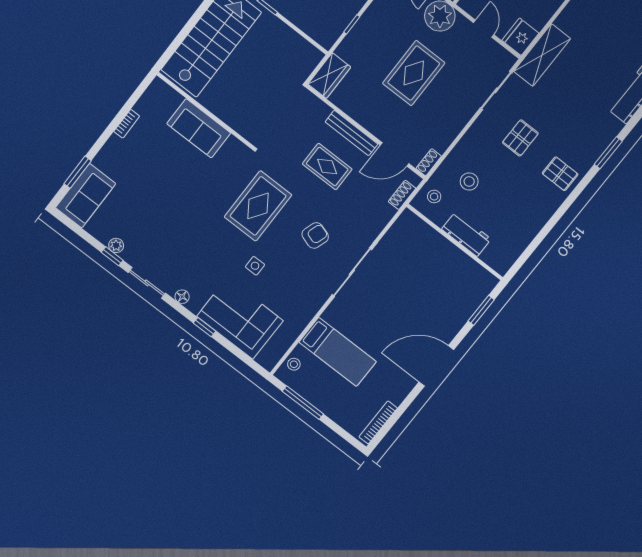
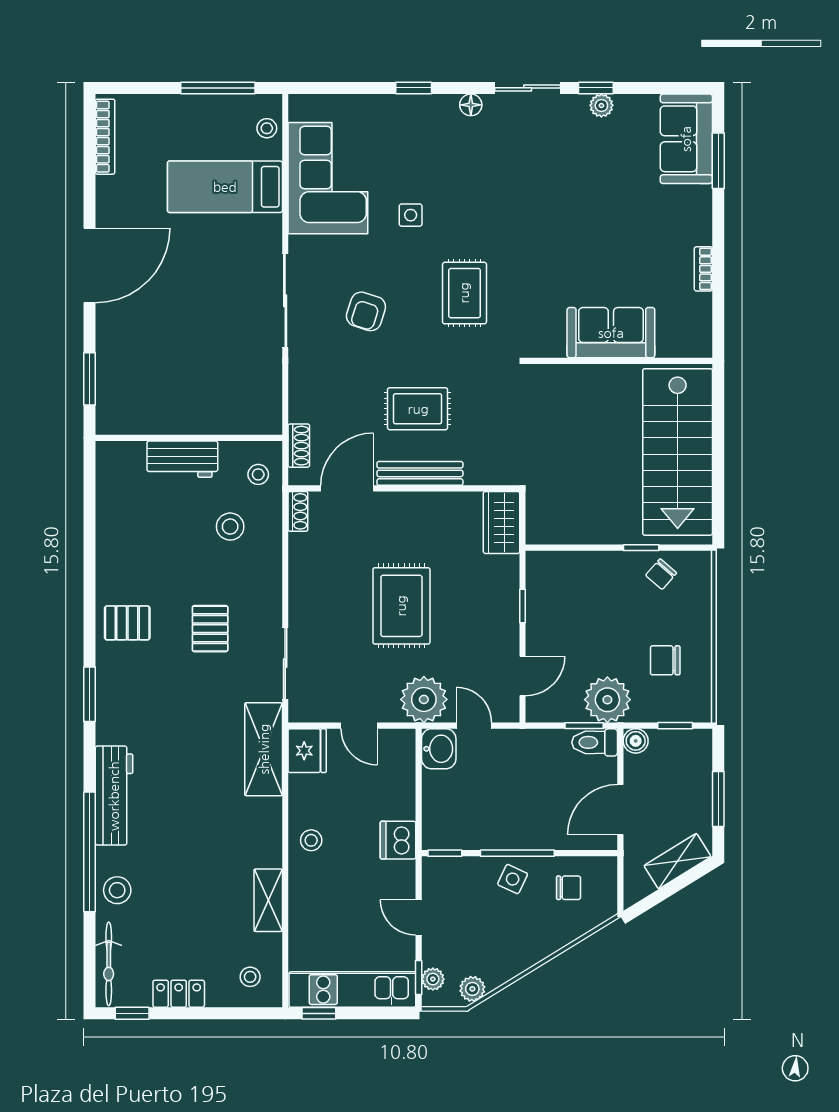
rug: (258, 206) -> (464, 293), width x0.73, depth x0.70
corner sofa: (240, 318) -> (328, 178), moved, turned -90

